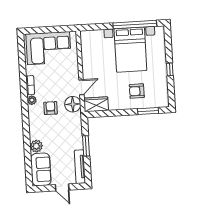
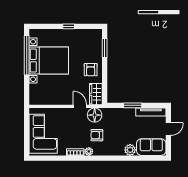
armchair: (137, 91) -> (91, 70), moved

